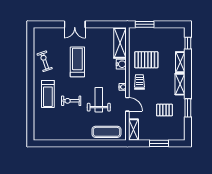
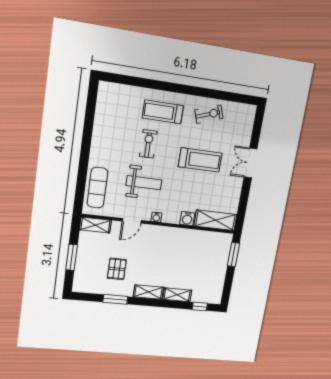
pallet: (146, 60) -> (188, 252), removed
trolley: (139, 82) -> (160, 240), removed

